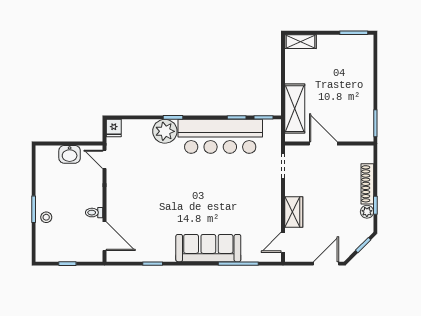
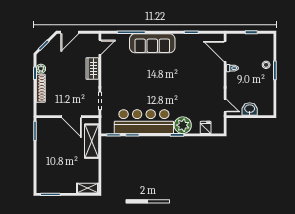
fridge: (114, 128) -> (206, 127), moved

